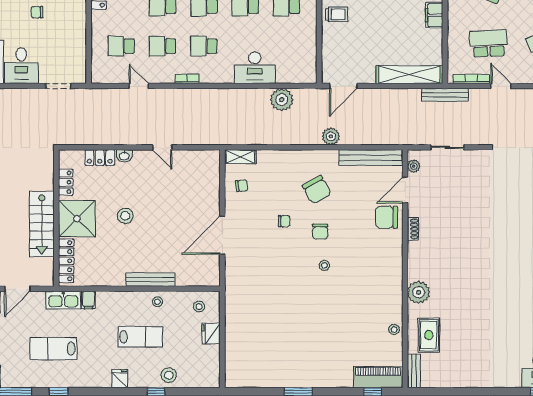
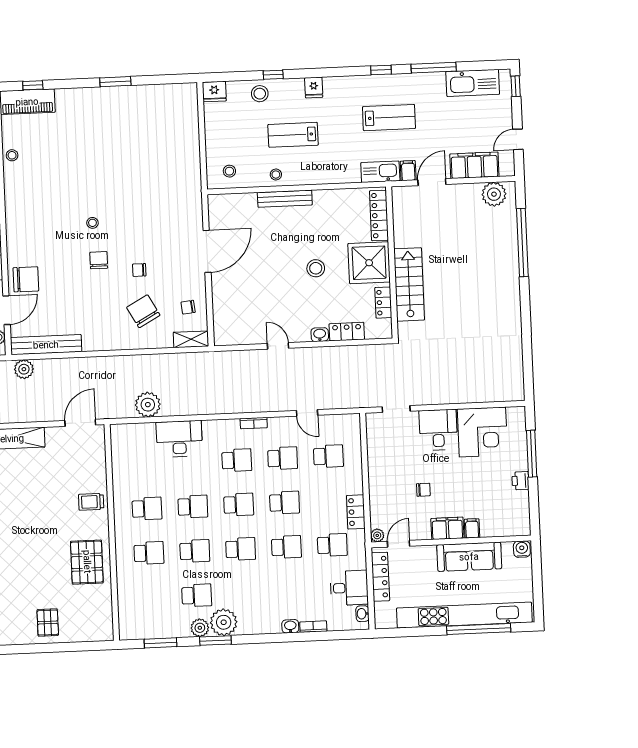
plant: (331, 136) -> (24, 369), moved
chair: (317, 190) -> (143, 311), moved
stairs: (42, 224) -> (409, 284), moved
filing cabinet: (88, 300) -> (408, 171), moved
fridge: (211, 333) -> (214, 92), moved, turned 90

